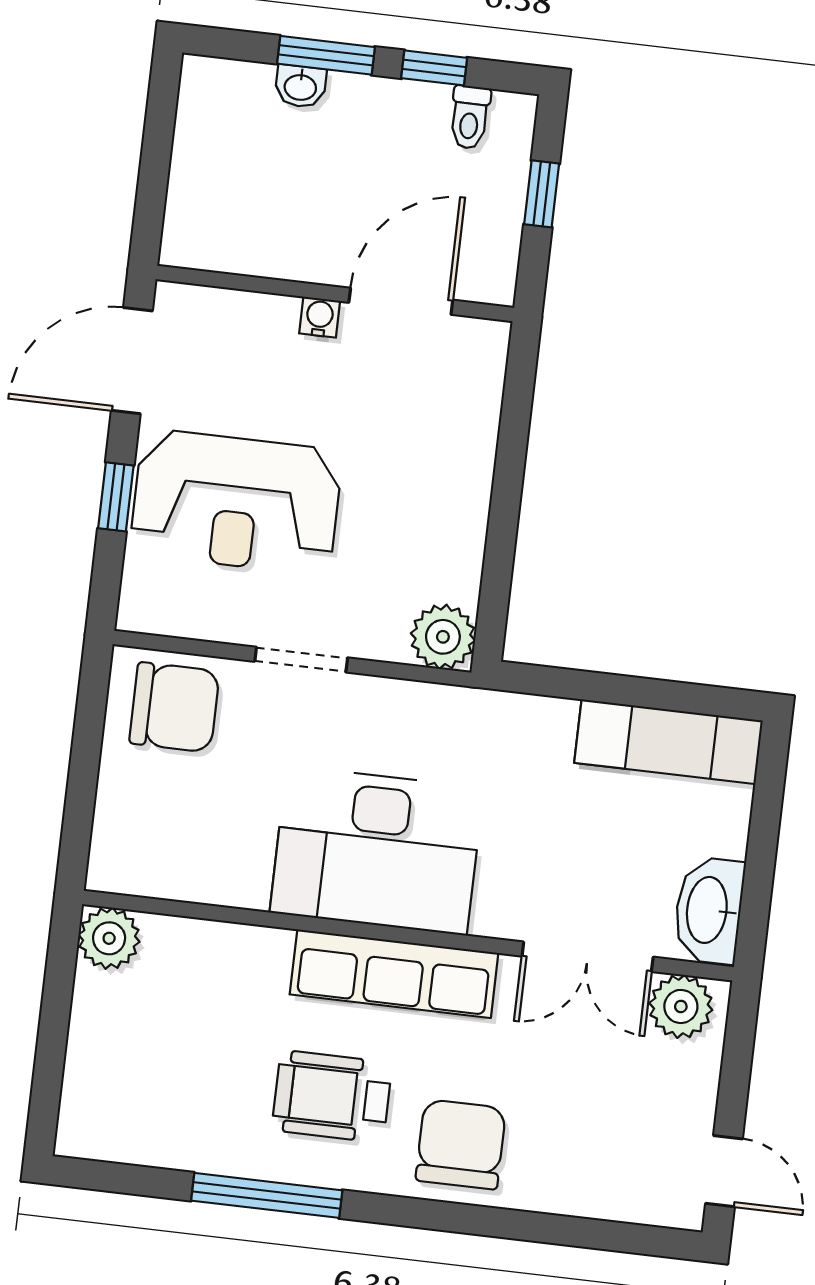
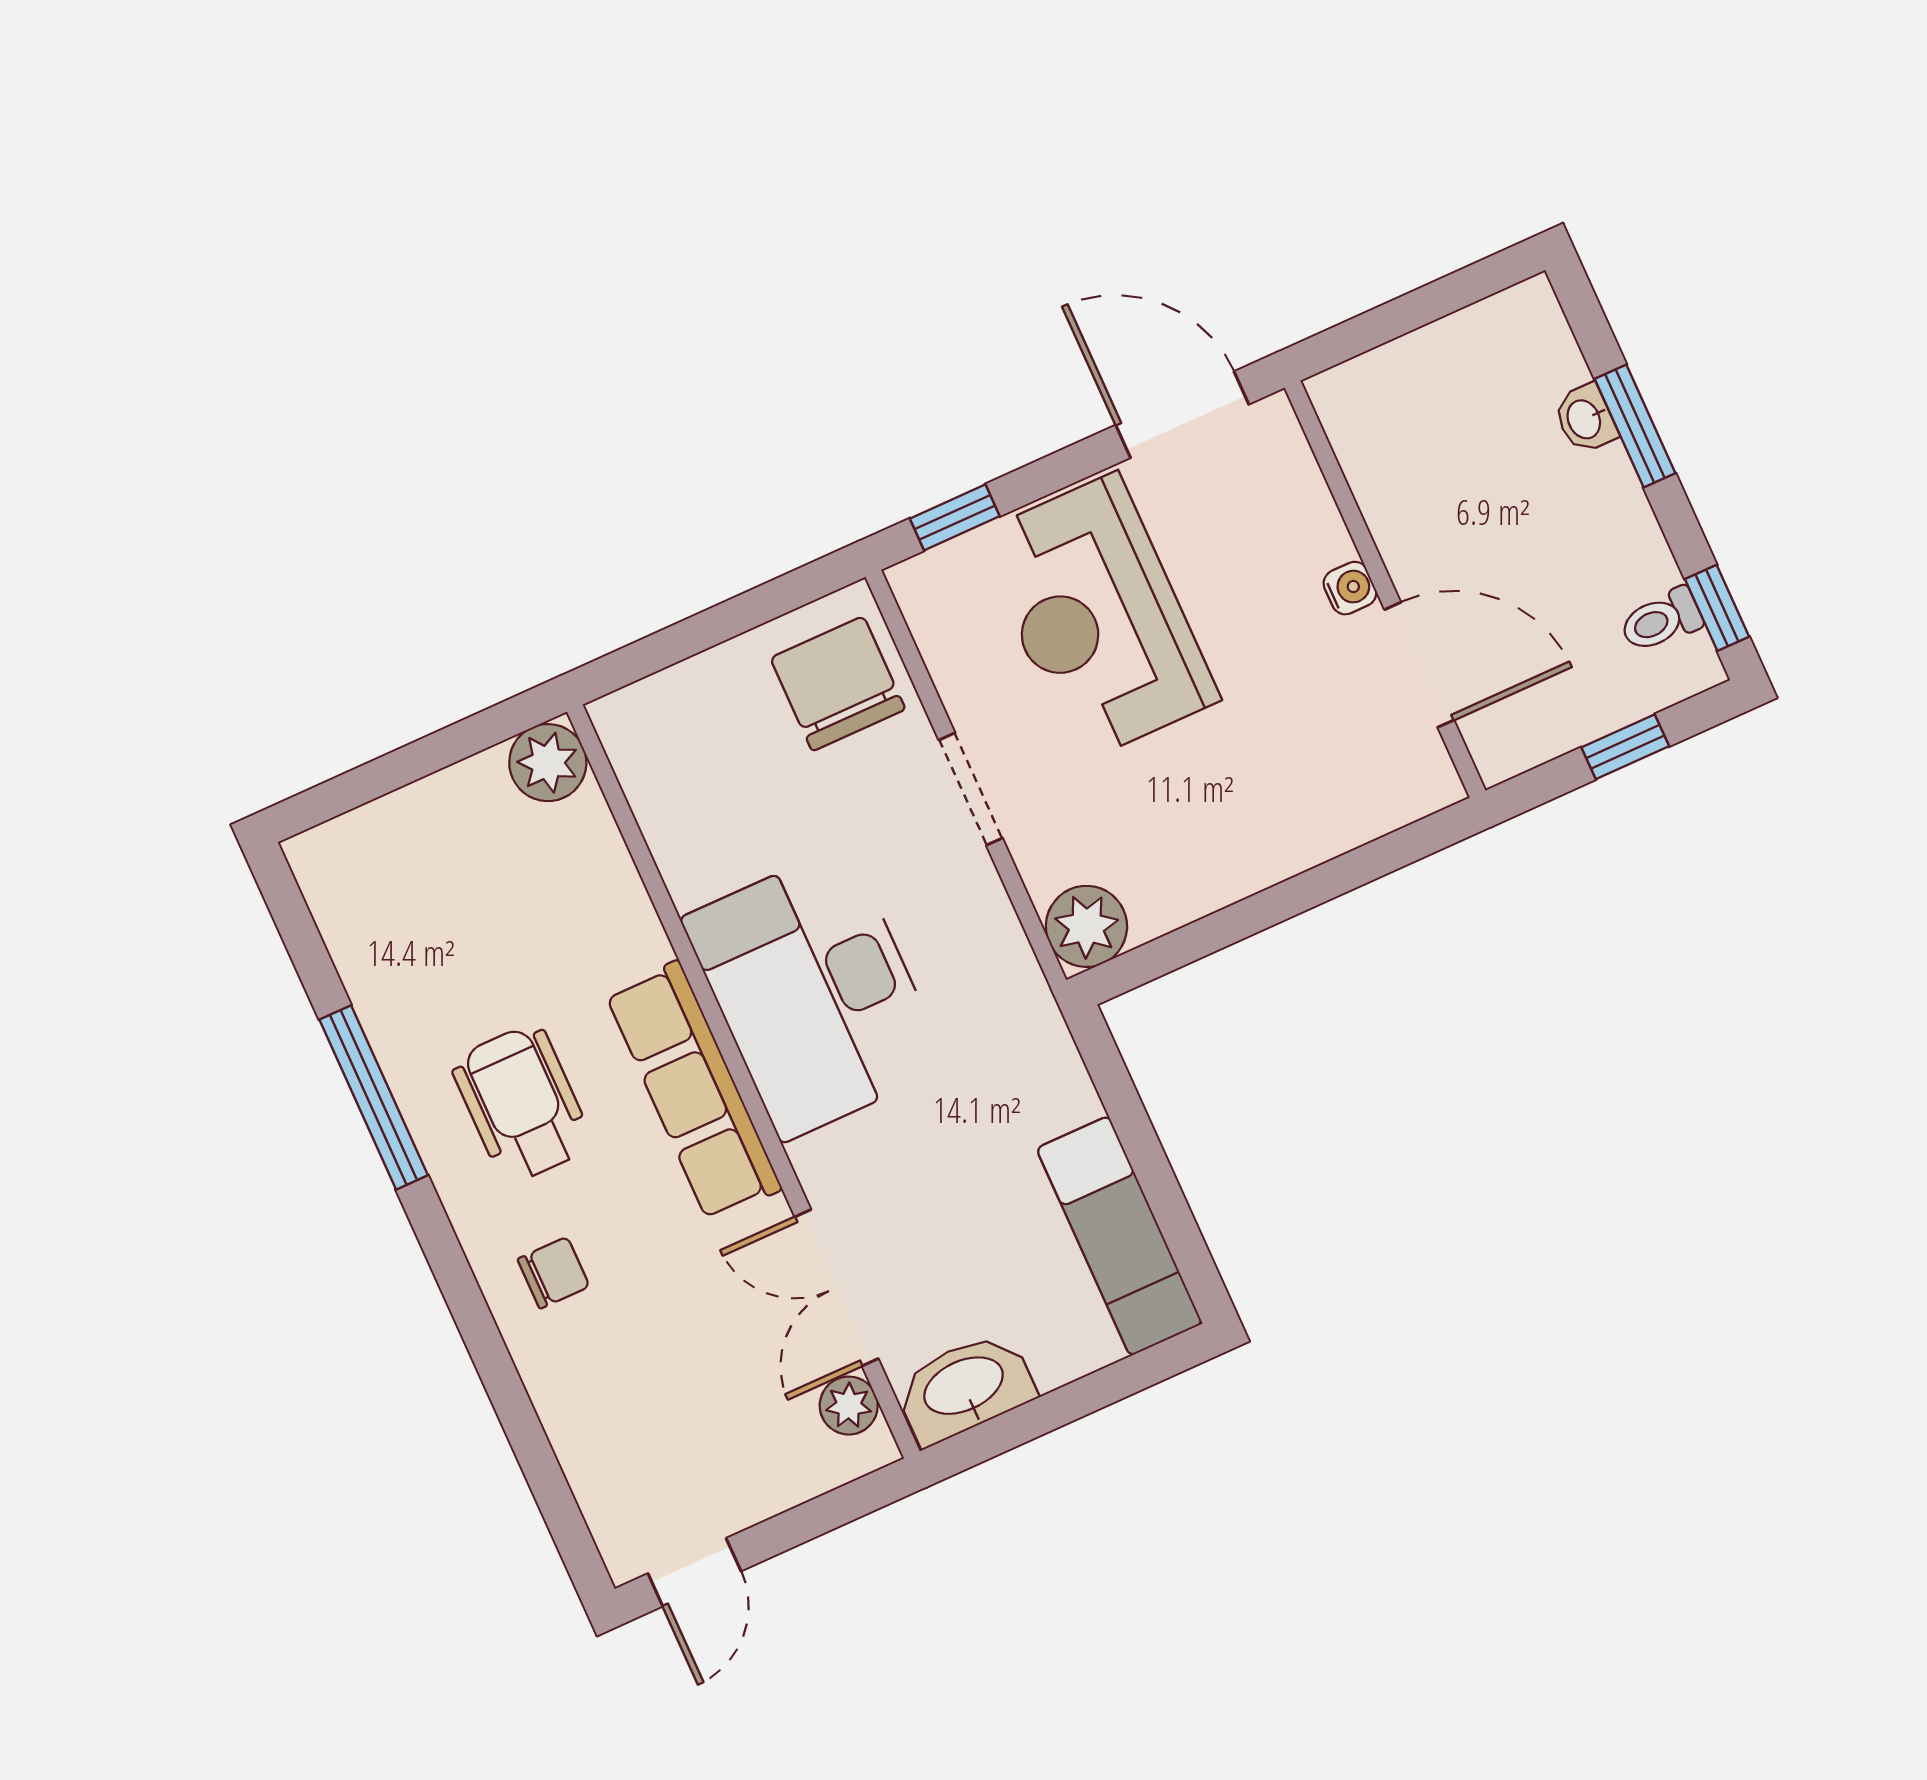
window: (434, 68) -> (1717, 608), moved
window: (116, 497) -> (955, 517), moved
chair: (174, 707) -> (838, 684), turned 180
plant: (681, 1006) -> (849, 1406), width x0.73, depth x0.73
chair: (461, 1144) -> (553, 1273), width x0.54, depth x0.54

